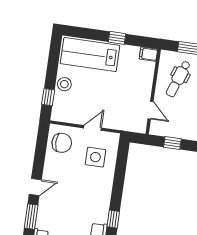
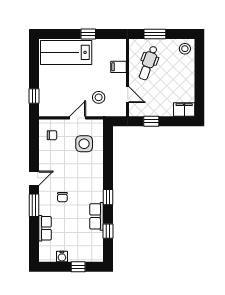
filing cabinet: (148, 54) -> (118, 67), moved
stool: (64, 84) -> (99, 97), moved
chair: (62, 143) -> (52, 135), width x0.54, depth x0.54
chair: (63, 212) -> (62, 197), added

